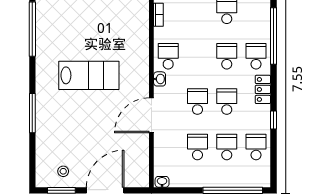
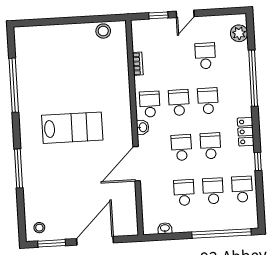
school desk: (256, 56) -> (179, 103), moved
stool: (63, 171) -> (39, 228), moved
washbasin: (162, 182) -> (165, 228), moved

